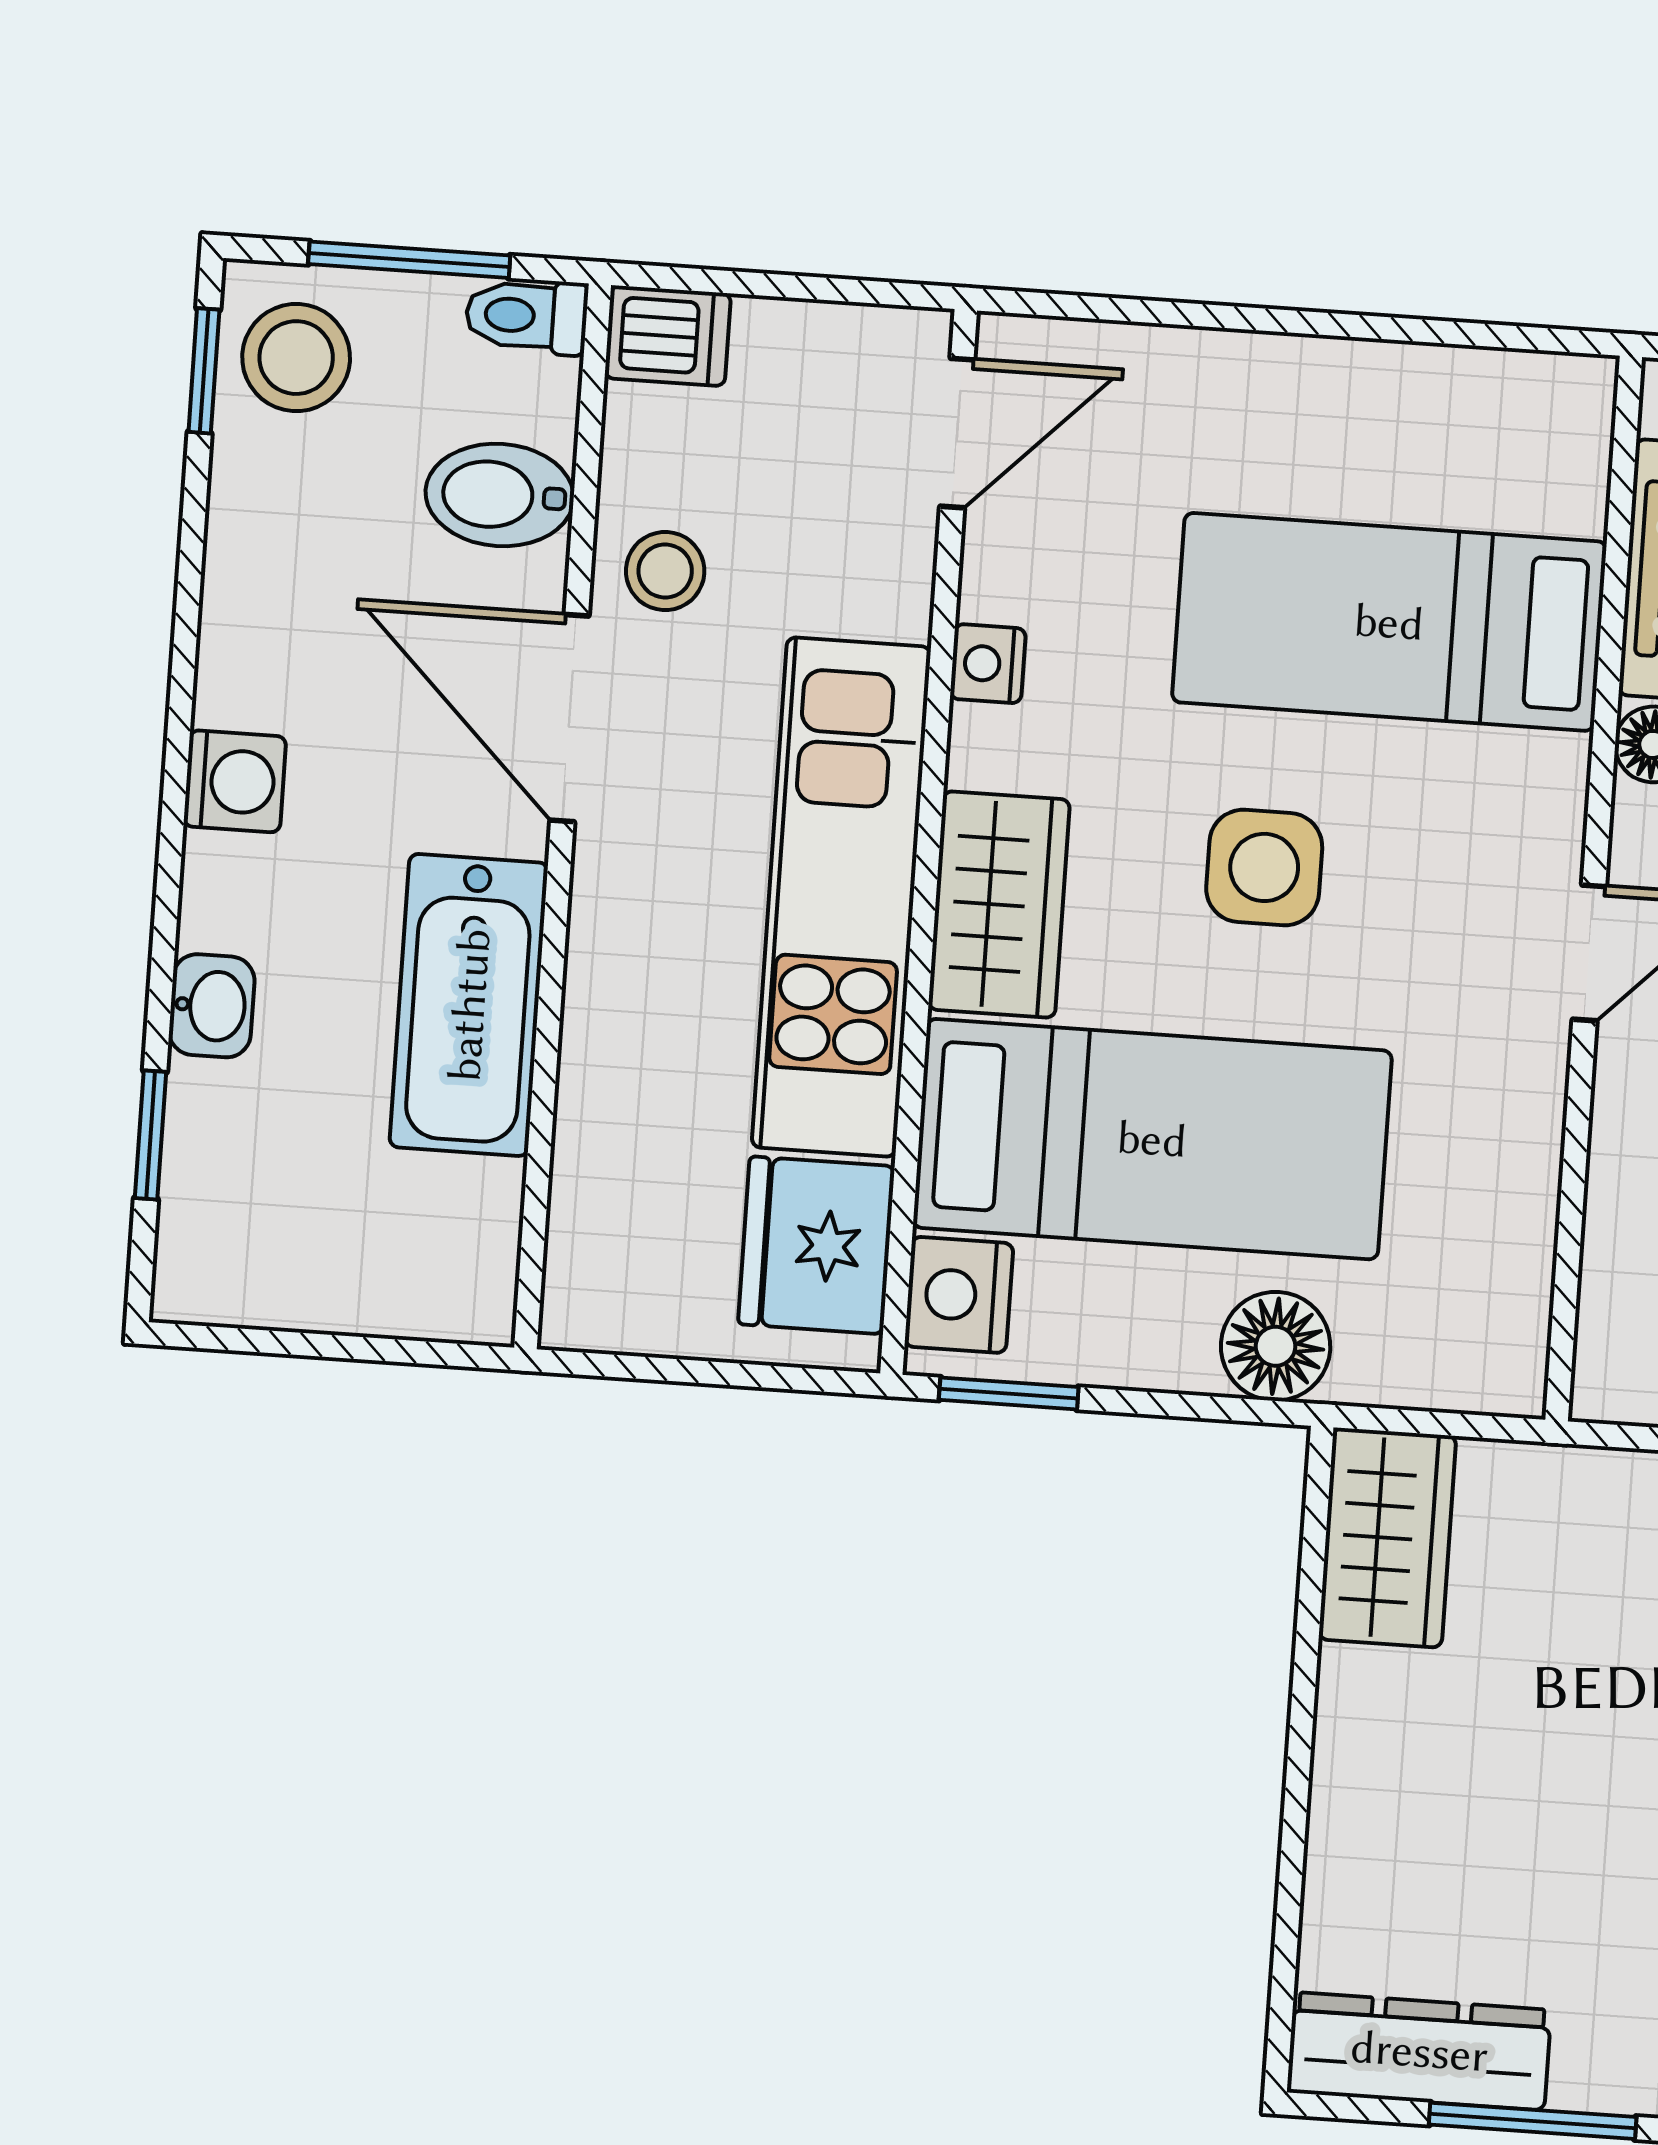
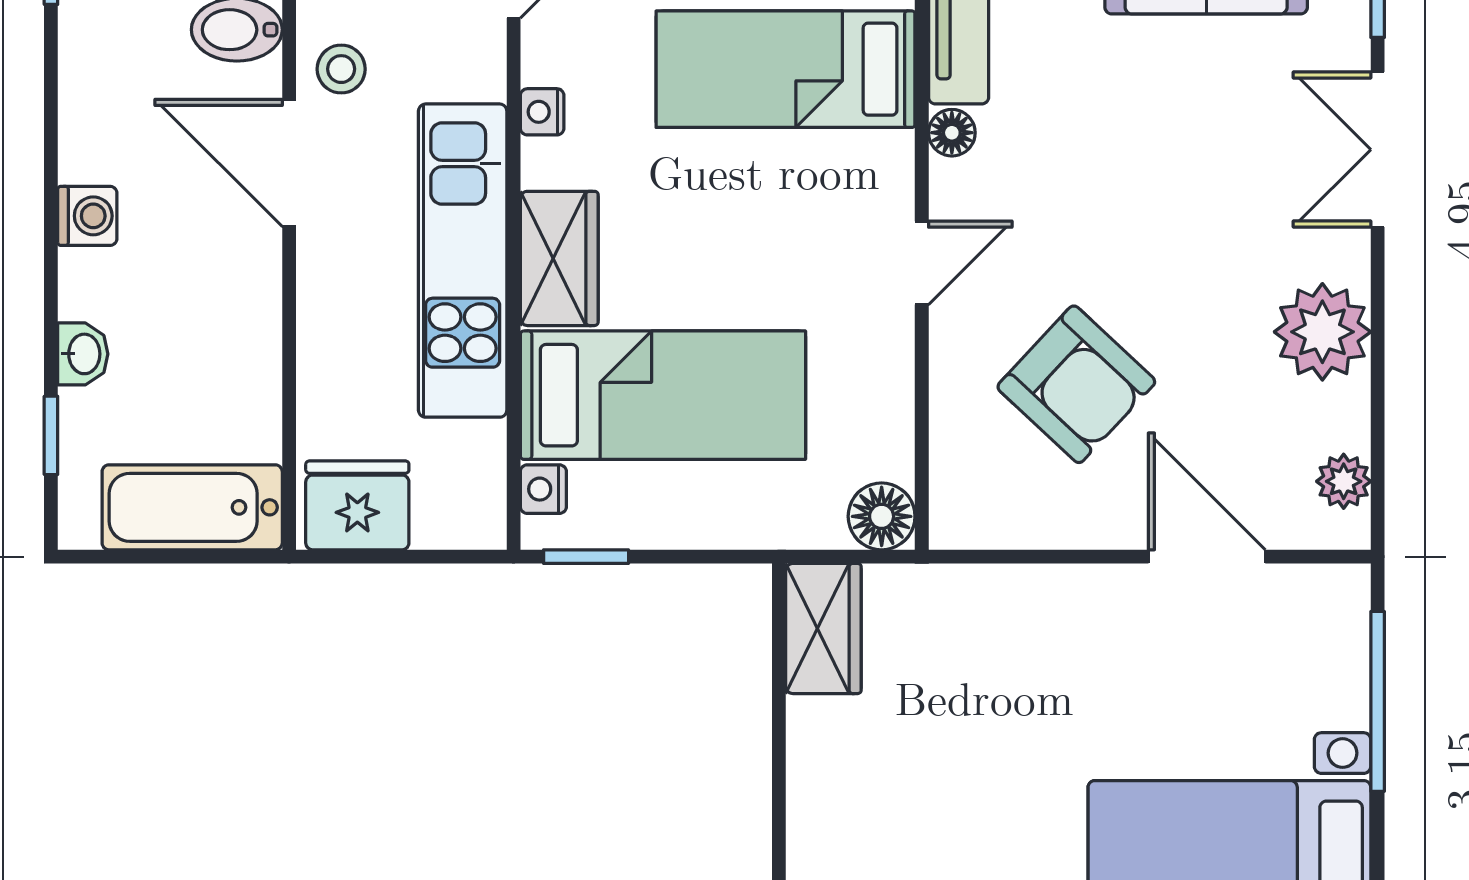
side table: (1264, 867) -> (720, 224), removed
bathtub: (469, 1005) -> (192, 507), moved, turned 90
fridge: (816, 1245) -> (357, 505), moved, turned 90
nightstand: (959, 1295) -> (543, 489), width x0.72, depth x0.74
floor lamp: (1276, 1346) -> (882, 516), moved

